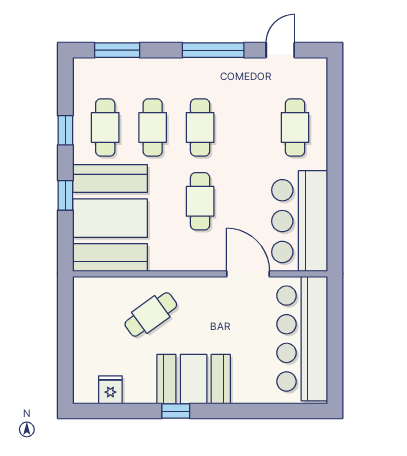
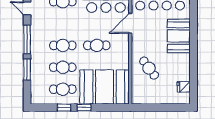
window: (117, 50) -> (27, 69), moved
window: (65, 195) -> (84, 108), moved
booth: (194, 379) -> (179, 36), moved
window: (176, 411) -> (194, 57), removed

